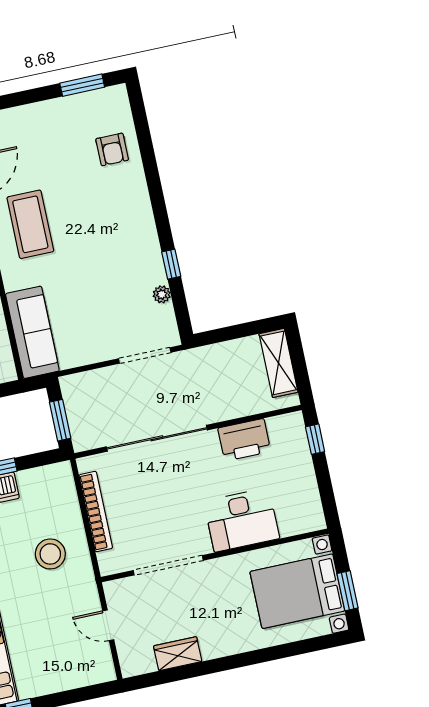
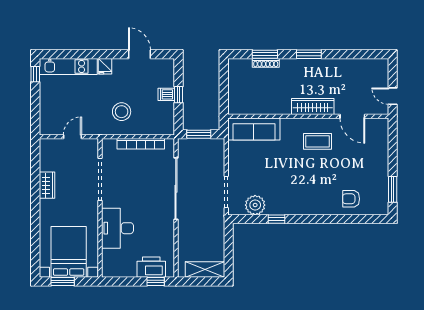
coffee table: (30, 224) -> (317, 141), width x0.73, depth x0.76
plant: (162, 294) -> (255, 205), width x1.87, depth x1.87
printer: (244, 440) -> (151, 267), moved, turned 90
wardrobe: (178, 654) -> (47, 185), moved

